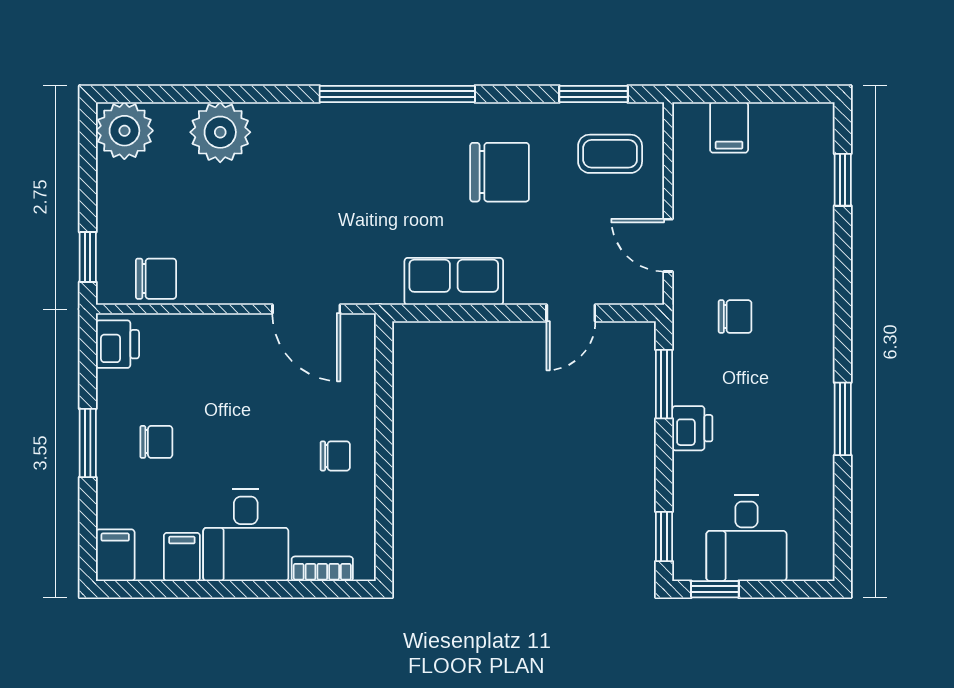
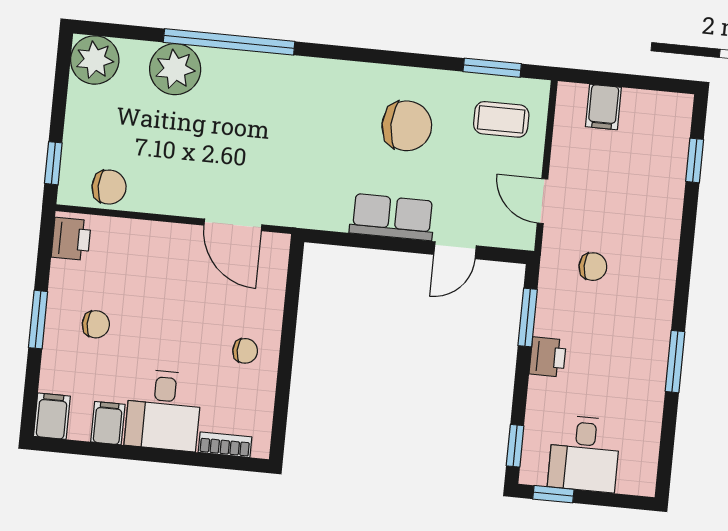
window: (397, 94) -> (229, 42), moved
row of seats: (454, 281) -> (392, 217), moved

